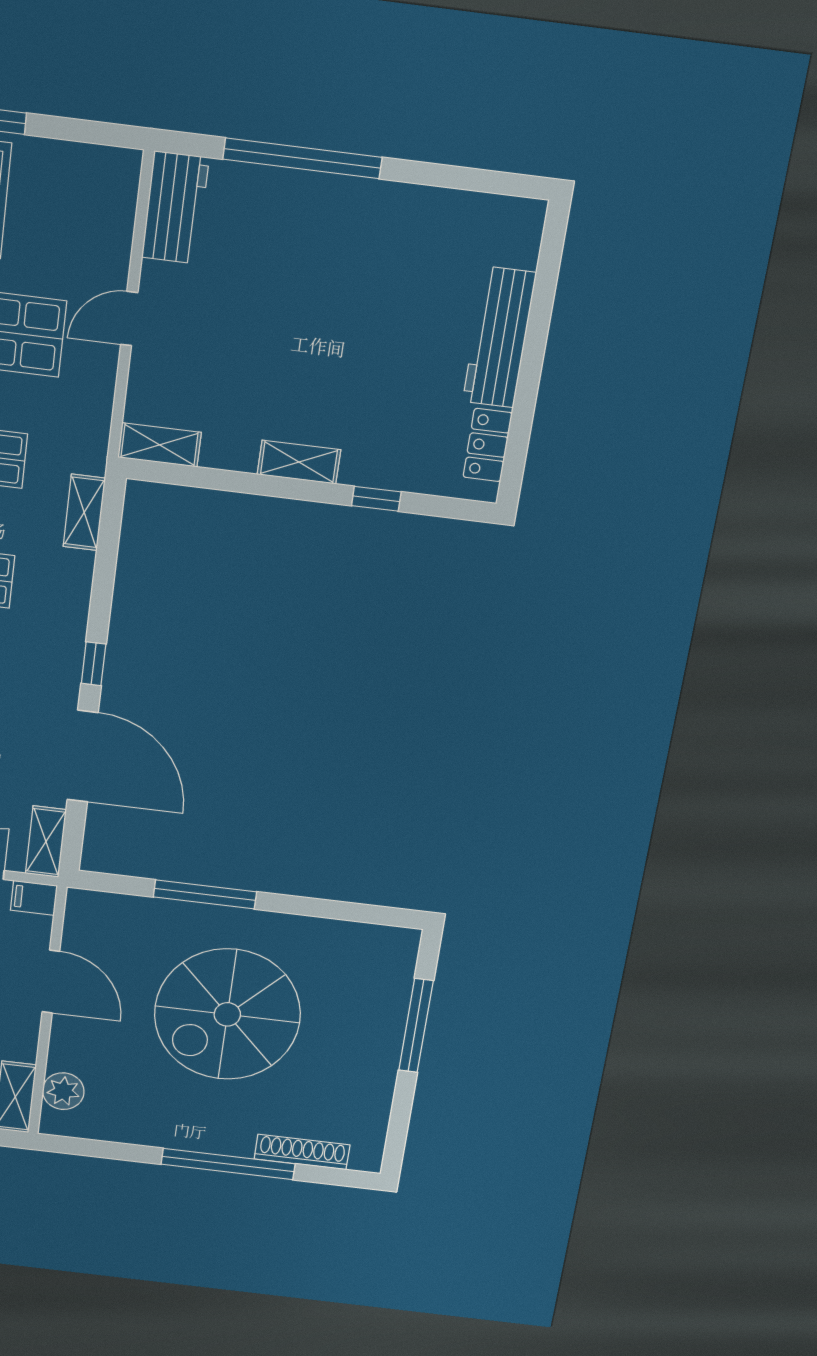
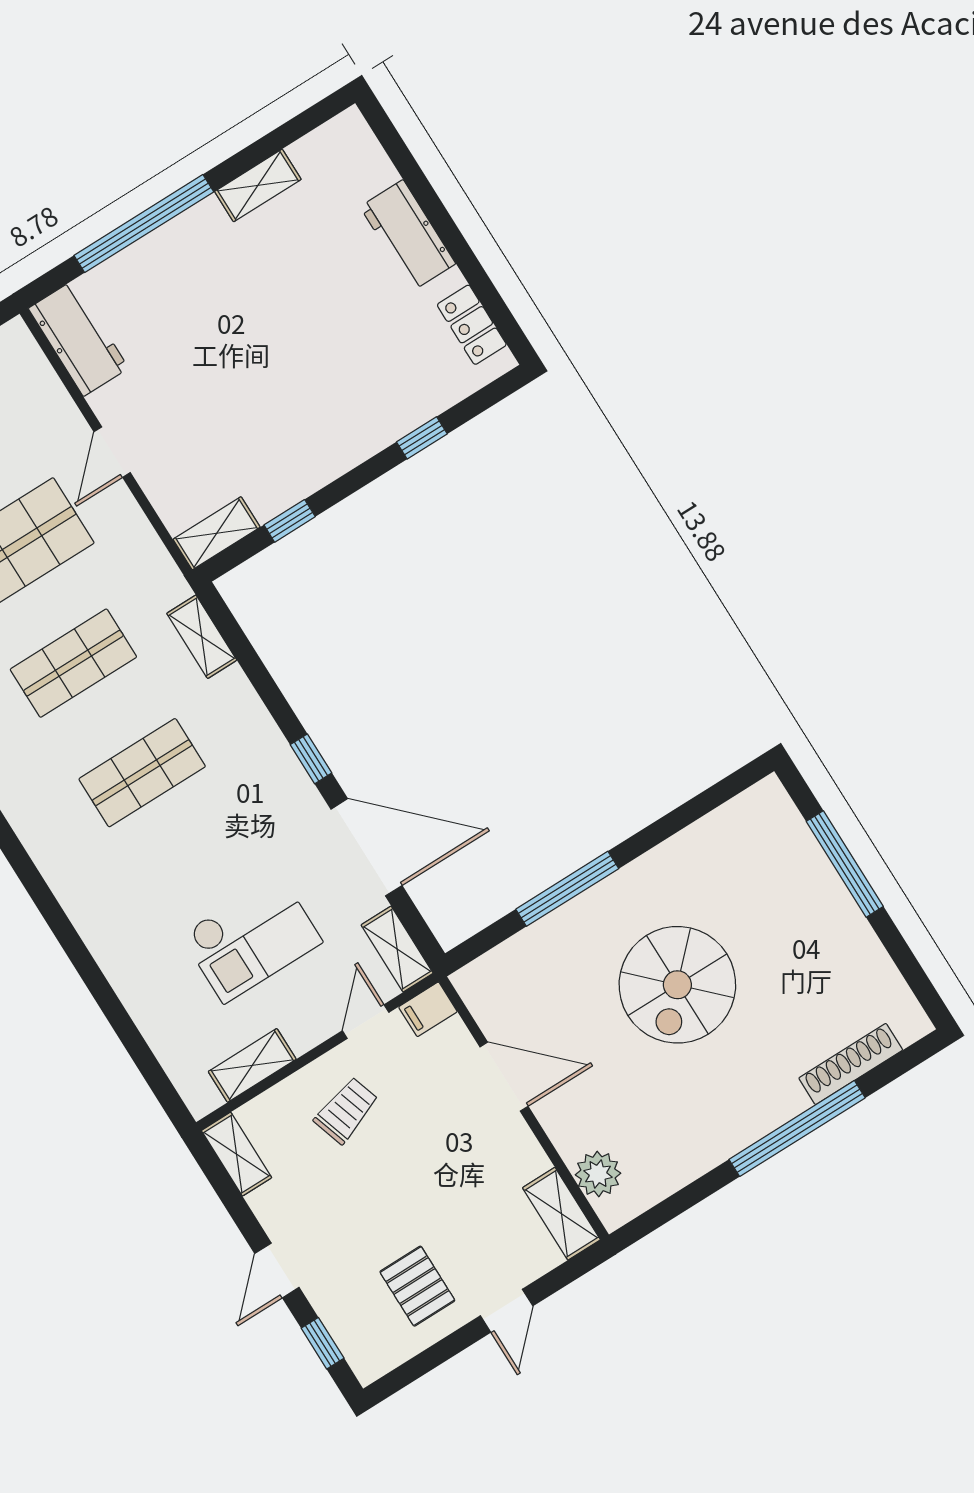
workbench: (499, 337) -> (408, 235), width x0.73
shelving: (299, 462) -> (258, 185), moved
window: (223, 480) -> (290, 521), added
spiral stairs: (227, 1014) -> (677, 985), width x0.73, depth x0.73

